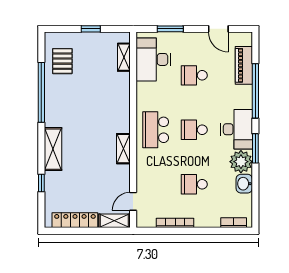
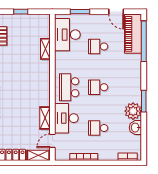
shelving: (124, 57) -> (45, 49), moved
piano: (244, 65) -> (133, 34), width x1.37, depth x1.33
window: (255, 91) -> (144, 41), moved
desk: (237, 129) -> (66, 118), moved, turned 180
shelving: (123, 149) -> (45, 118), moved

